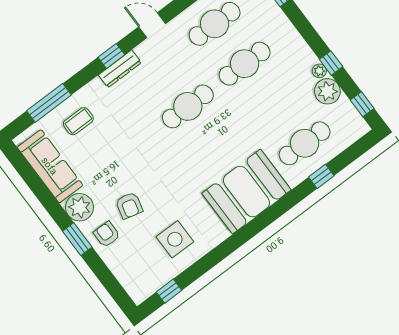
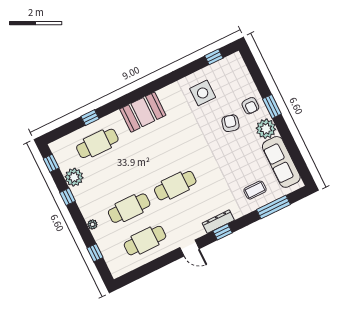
plant: (319, 71) -> (92, 224), moved
booth: (246, 192) -> (143, 112), width x0.73, depth x0.70

